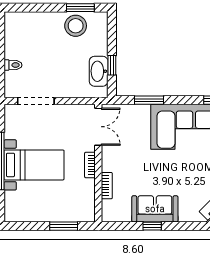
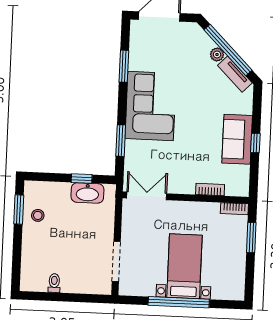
stool: (76, 26) -> (38, 215), width x0.53, depth x0.53
toilet: (13, 65) -> (54, 283), moved
bookcase: (90, 165) -> (234, 209), moved

